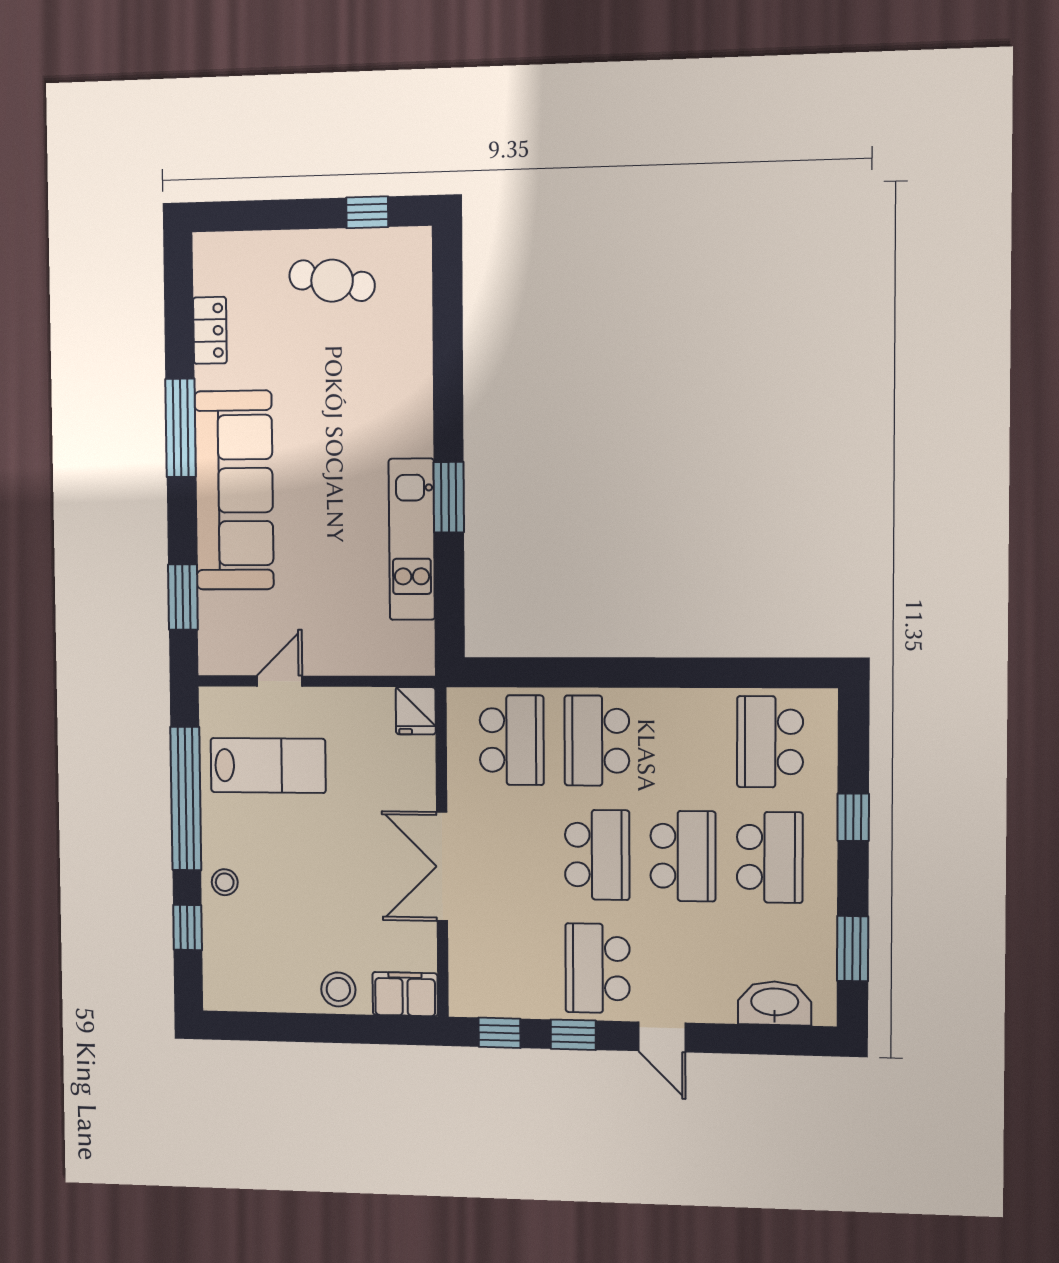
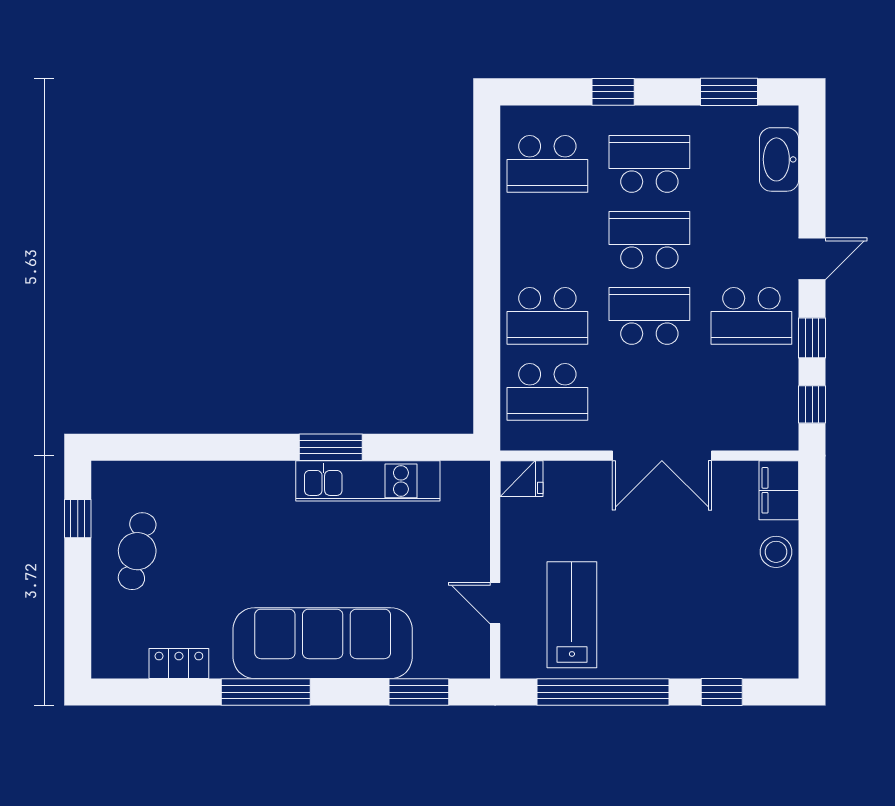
school desk: (512, 740) -> (547, 392), turned 180
stool: (225, 882) -> (679, 657), removed

